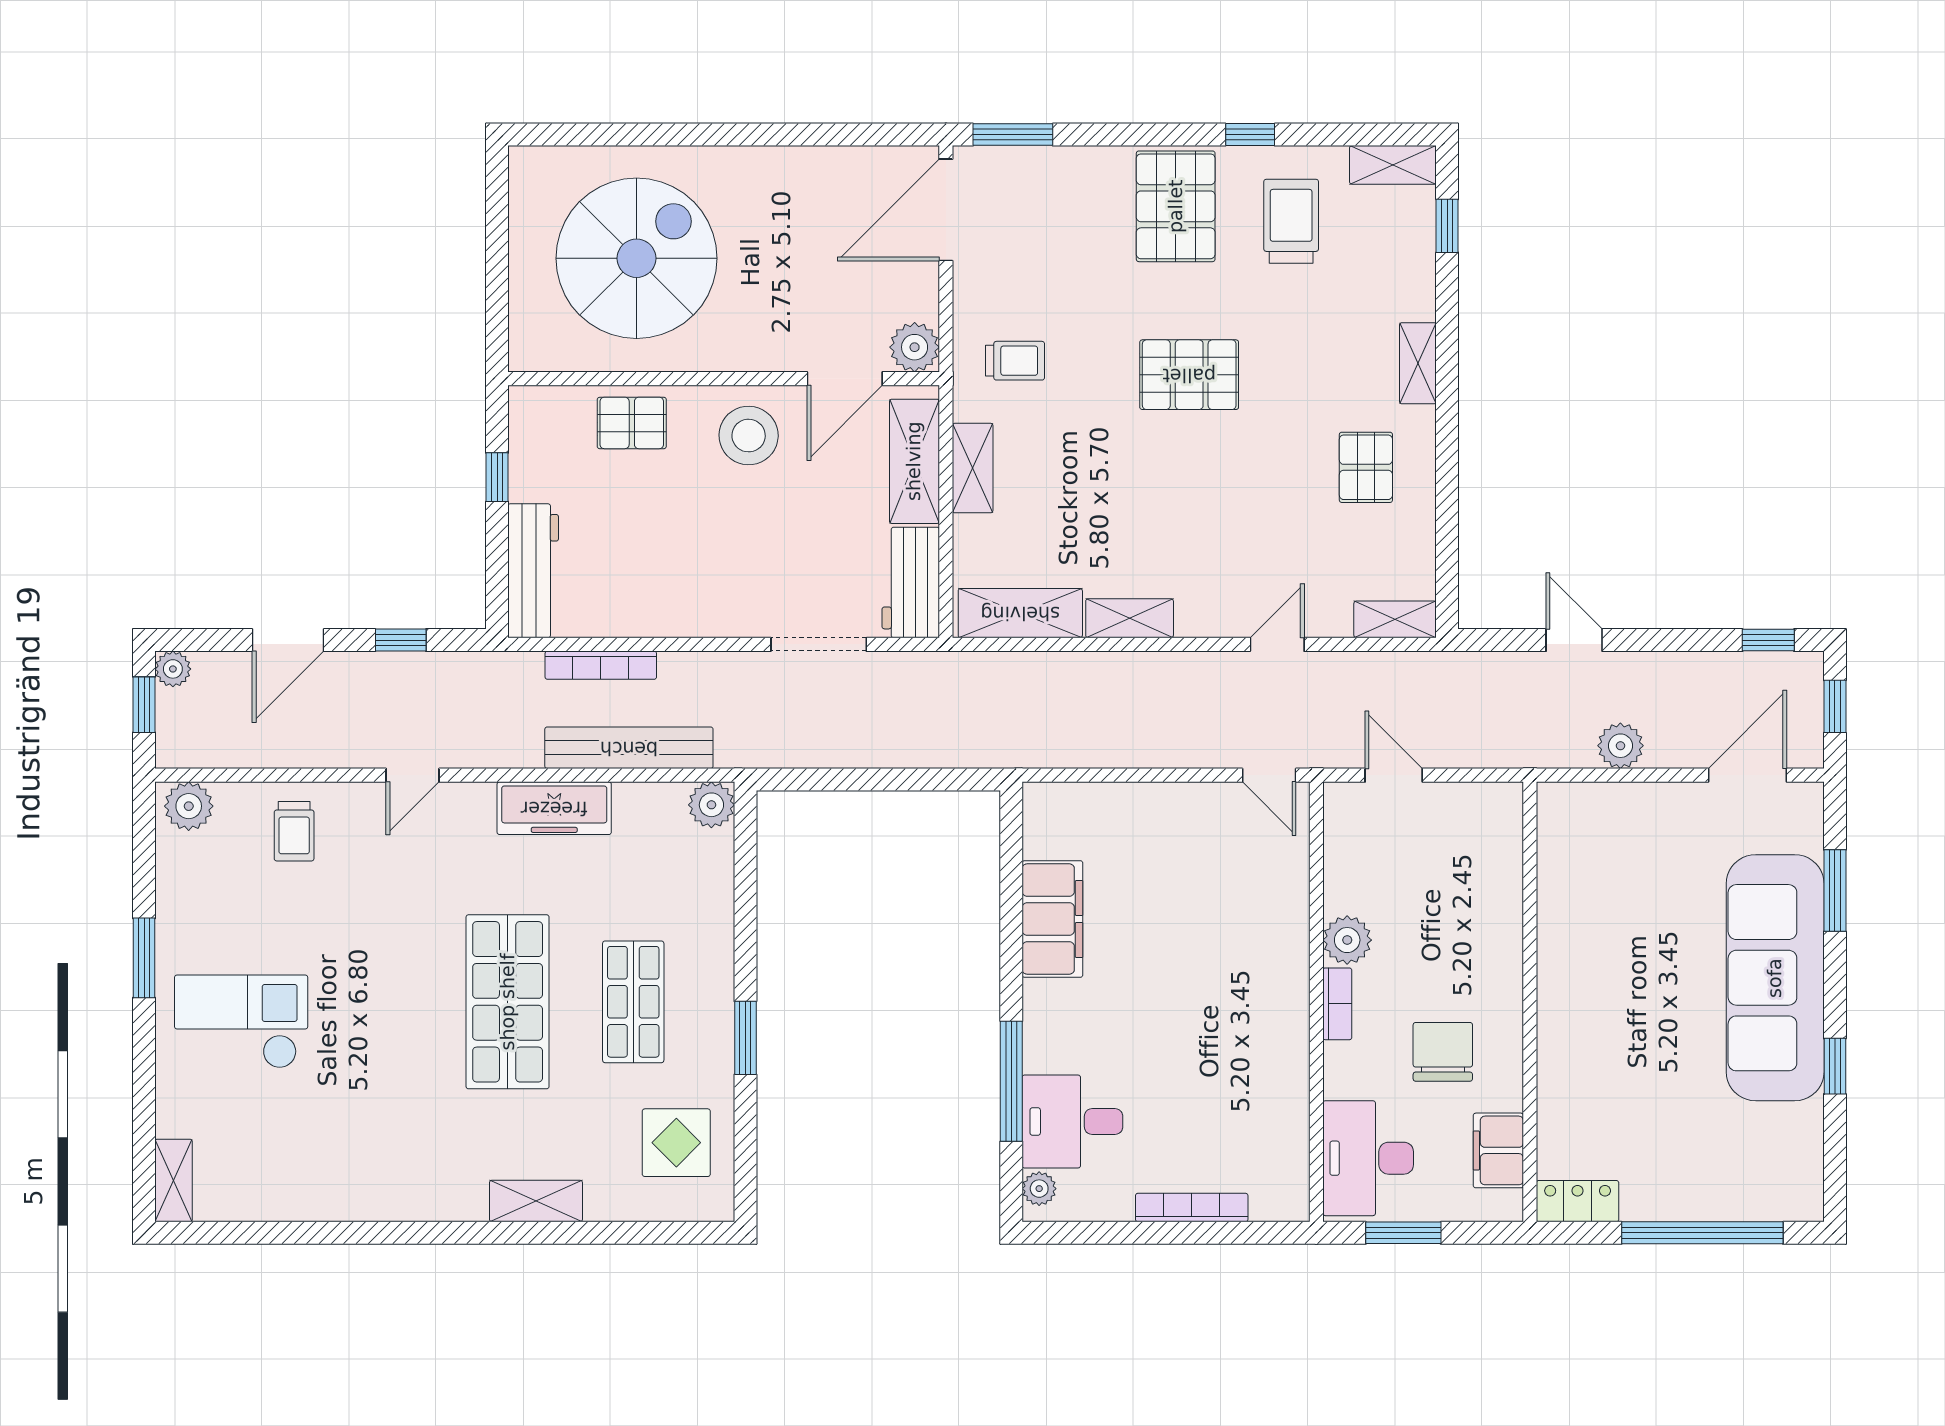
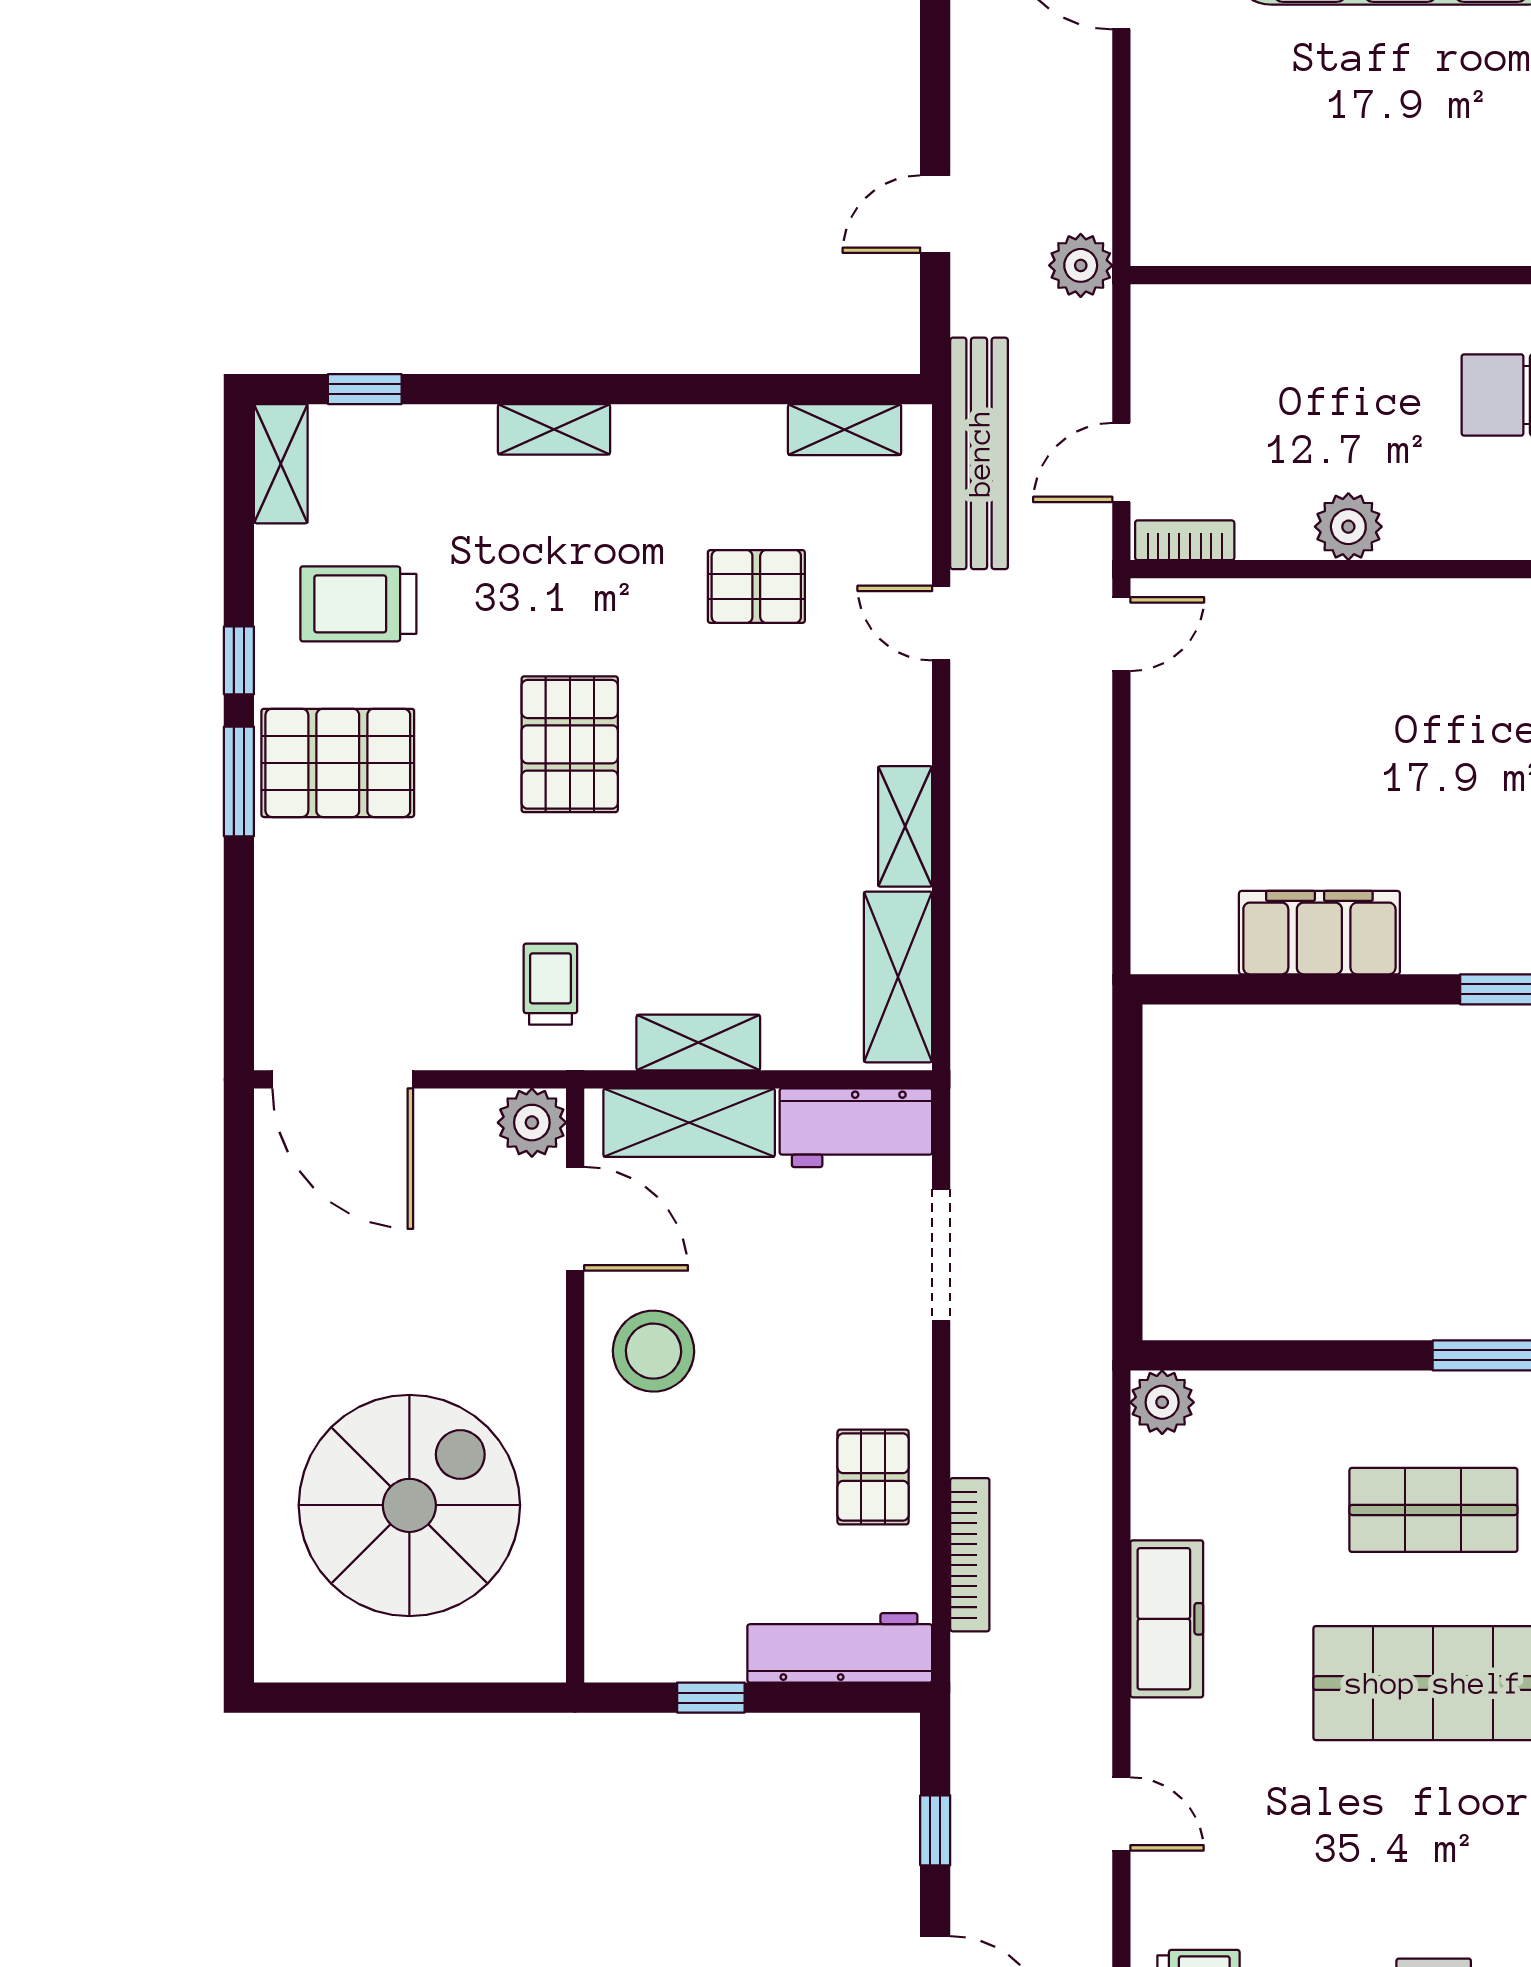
window: (1013, 135) -> (239, 781), moved
spiral stairs: (637, 258) -> (409, 1505), turned 90
pallet: (632, 423) -> (873, 1477), moved
pallet: (1366, 467) -> (756, 586), moved
shelving: (1395, 619) -> (845, 430), moved, turned 90
plant: (1620, 746) -> (1081, 265), moved
bench: (629, 748) -> (979, 453), moved
bookcase: (1337, 1004) -> (1185, 540), moved

